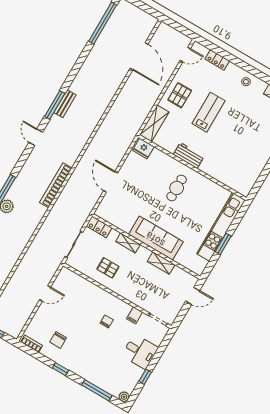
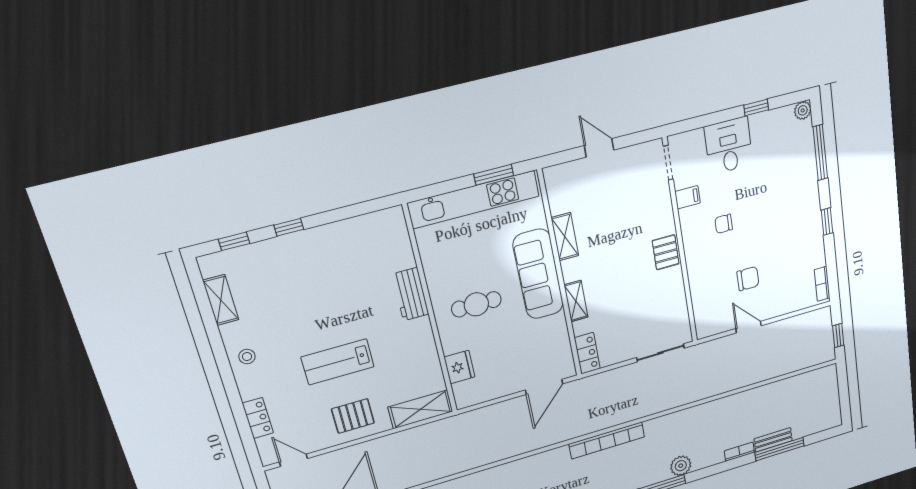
fridge: (143, 148) -> (459, 367), moved
workbench: (189, 156) -> (410, 294), moved
locker: (99, 227) -> (587, 353), moved
sofa: (156, 238) -> (538, 274), moved
shelving: (128, 243) -> (576, 301), moved
wall: (146, 246) -> (560, 276), moved
shelving: (161, 263) -> (565, 237), moved
pallet: (108, 268) -> (666, 252), moved
chair: (58, 340) -> (748, 279), moved

